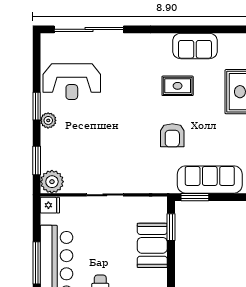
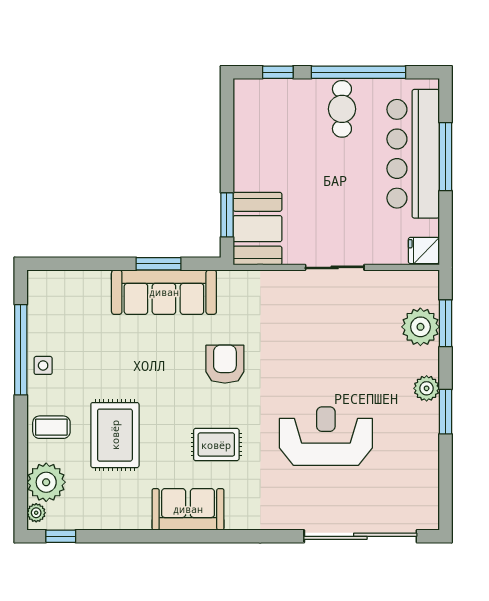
reception desk: (72, 82) -> (326, 436), moved
plant: (52, 182) -> (420, 327), moved
window: (195, 197) -> (158, 264), moved
booth: (152, 245) -> (257, 229), moved

